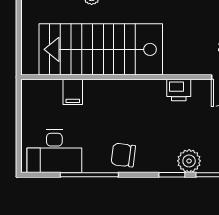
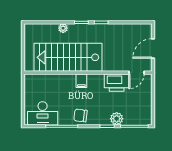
printer: (179, 90) -> (117, 83), width x1.87, depth x1.48
filing cabinet: (73, 92) -> (81, 81), moved

